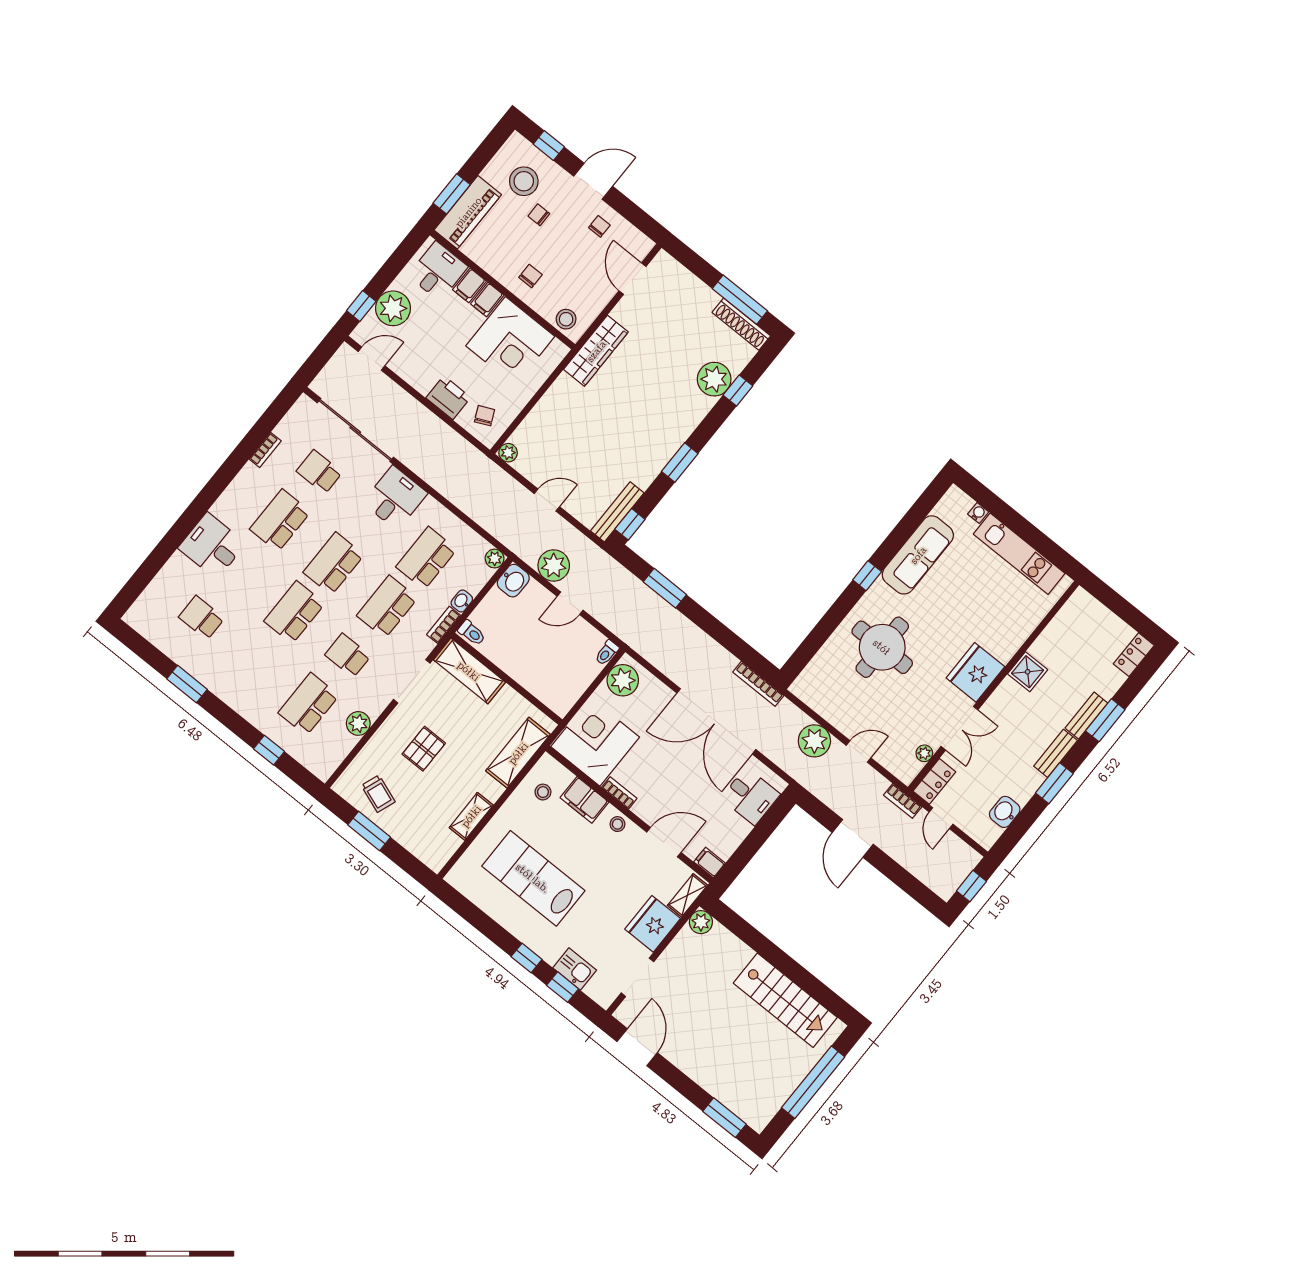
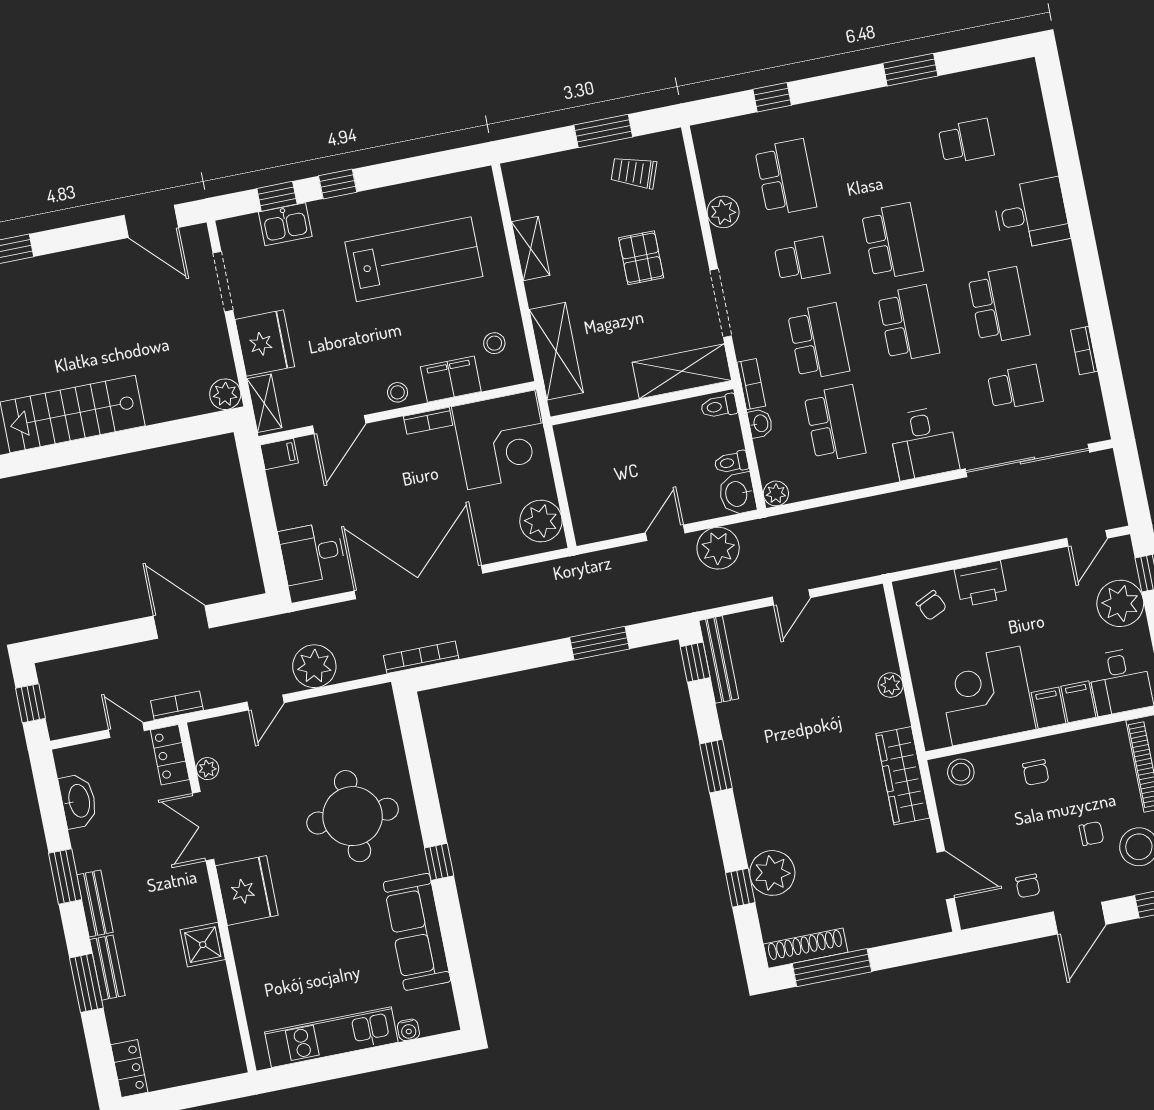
plant: (508, 453) -> (891, 685), moved
toilet: (607, 653) -> (731, 462), moved, turned -90
washbasin: (1005, 812) -> (78, 801), width x1.38

